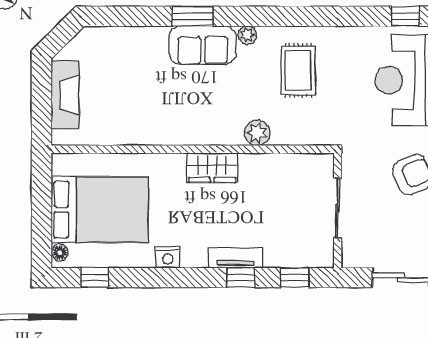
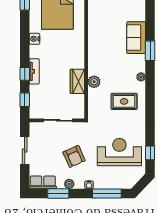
sofa: (203, 45) -> (136, 38), moved
wardrobe: (212, 168) -> (77, 81), moved

